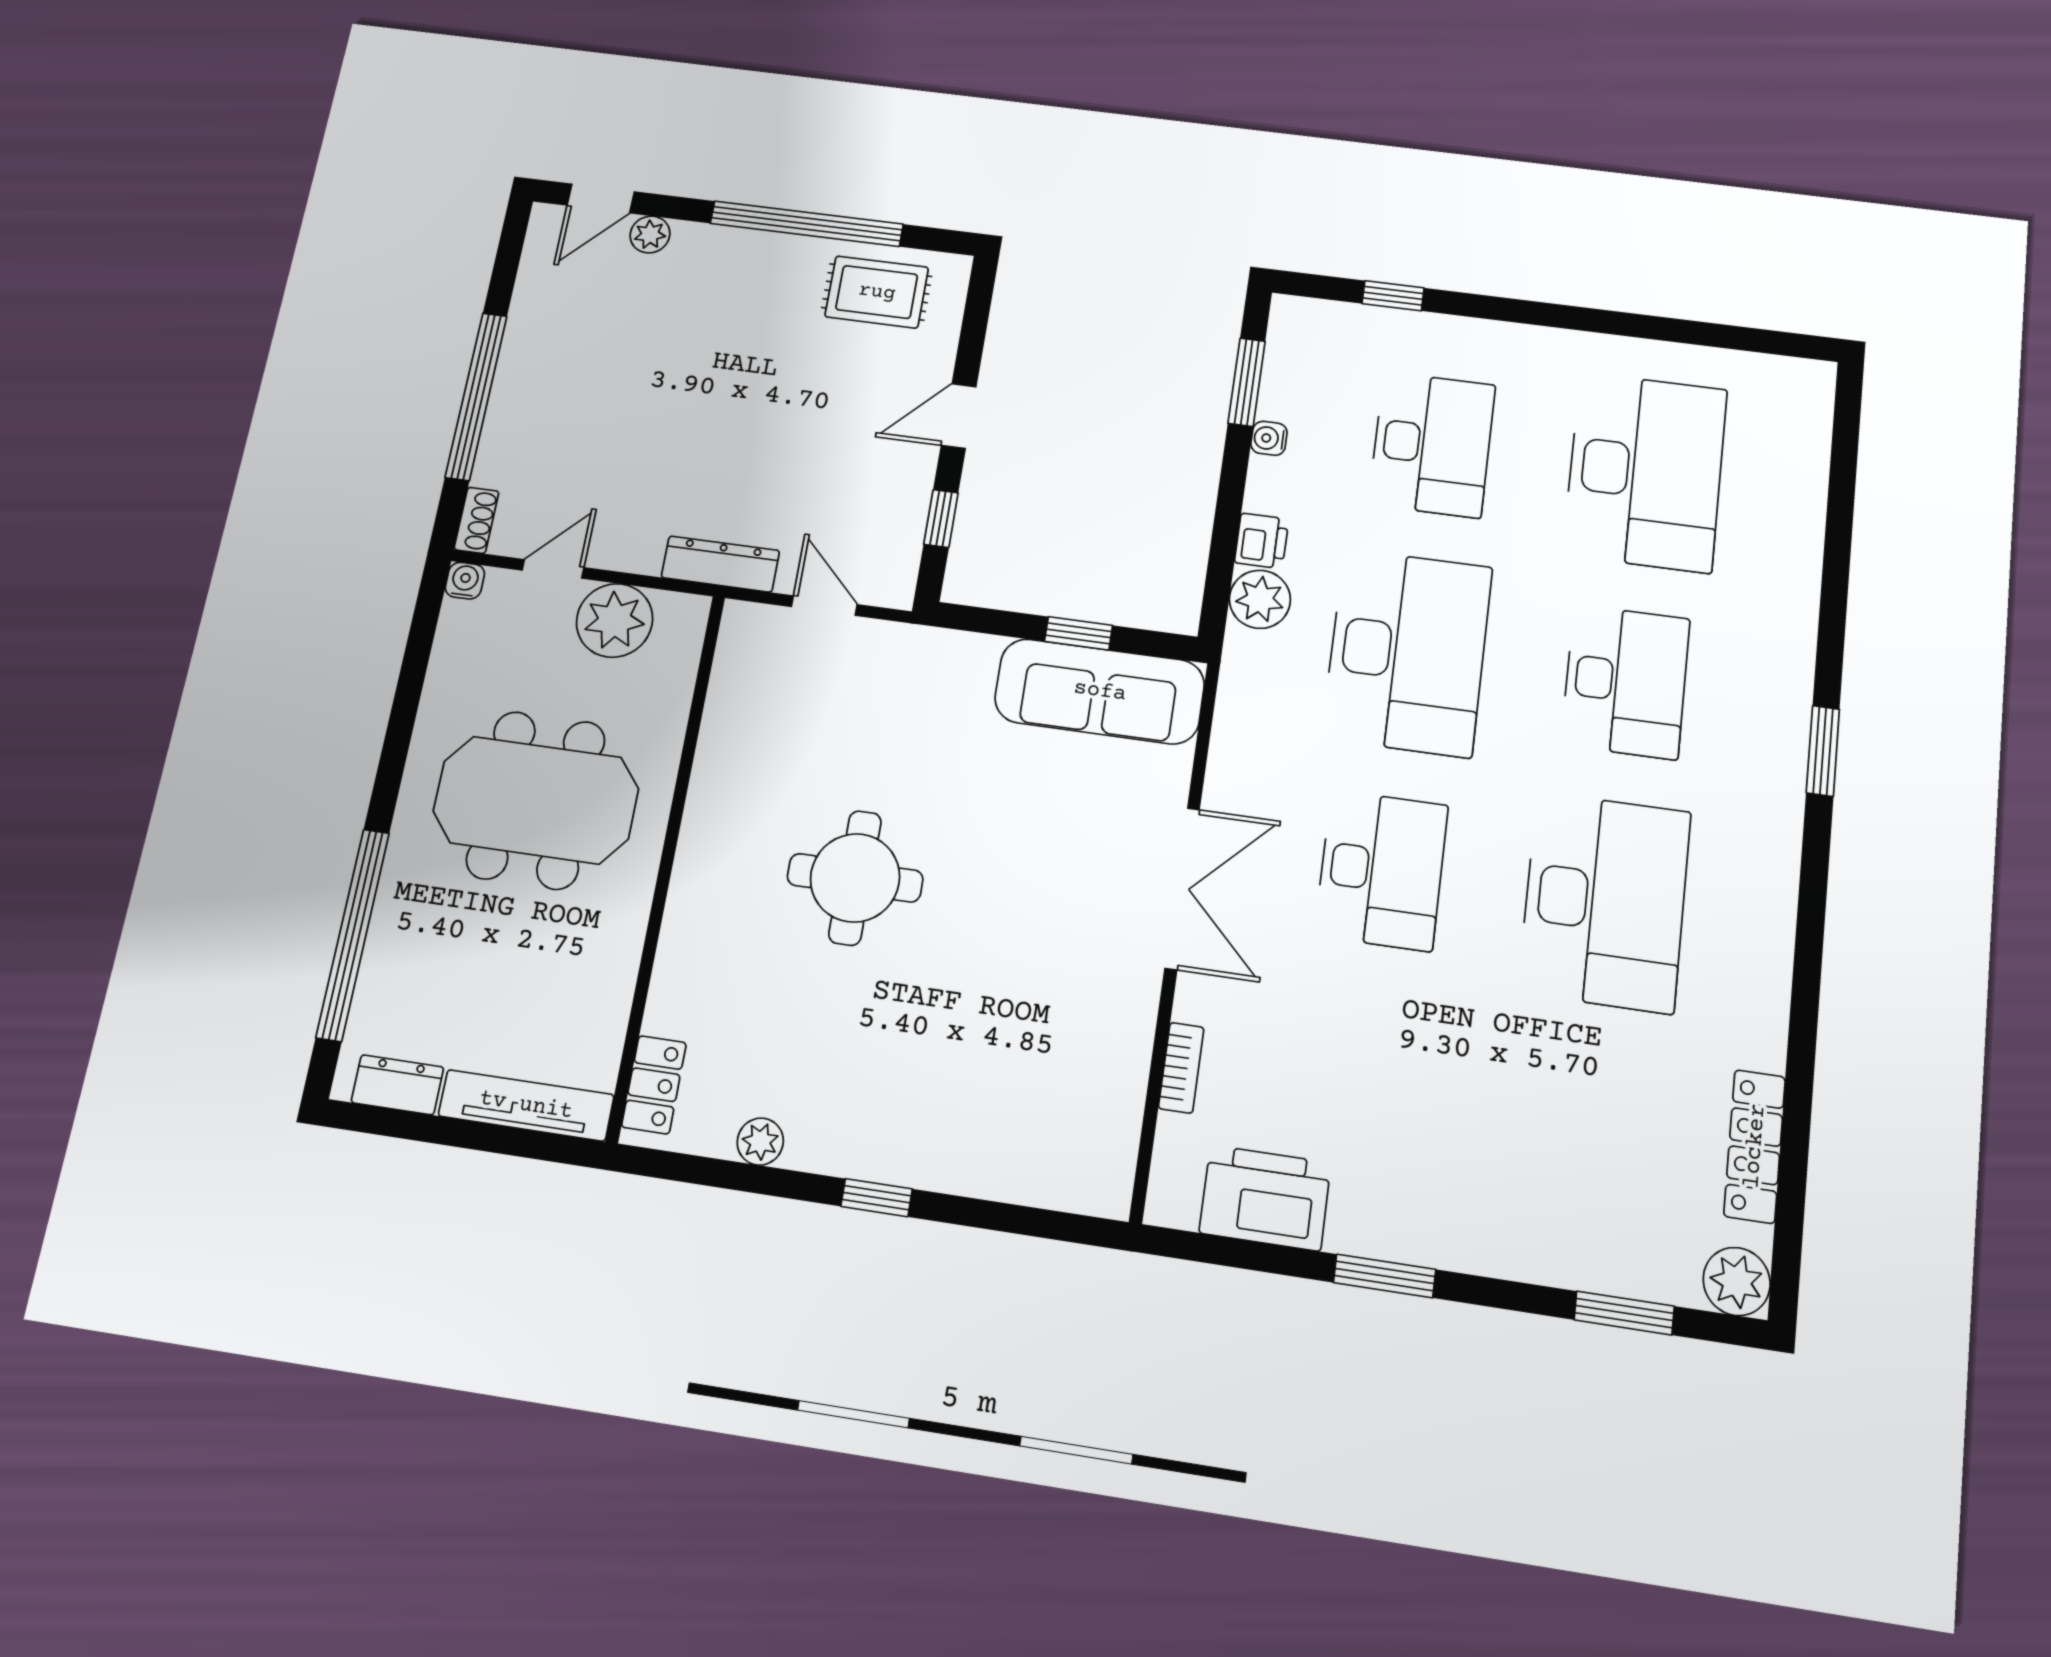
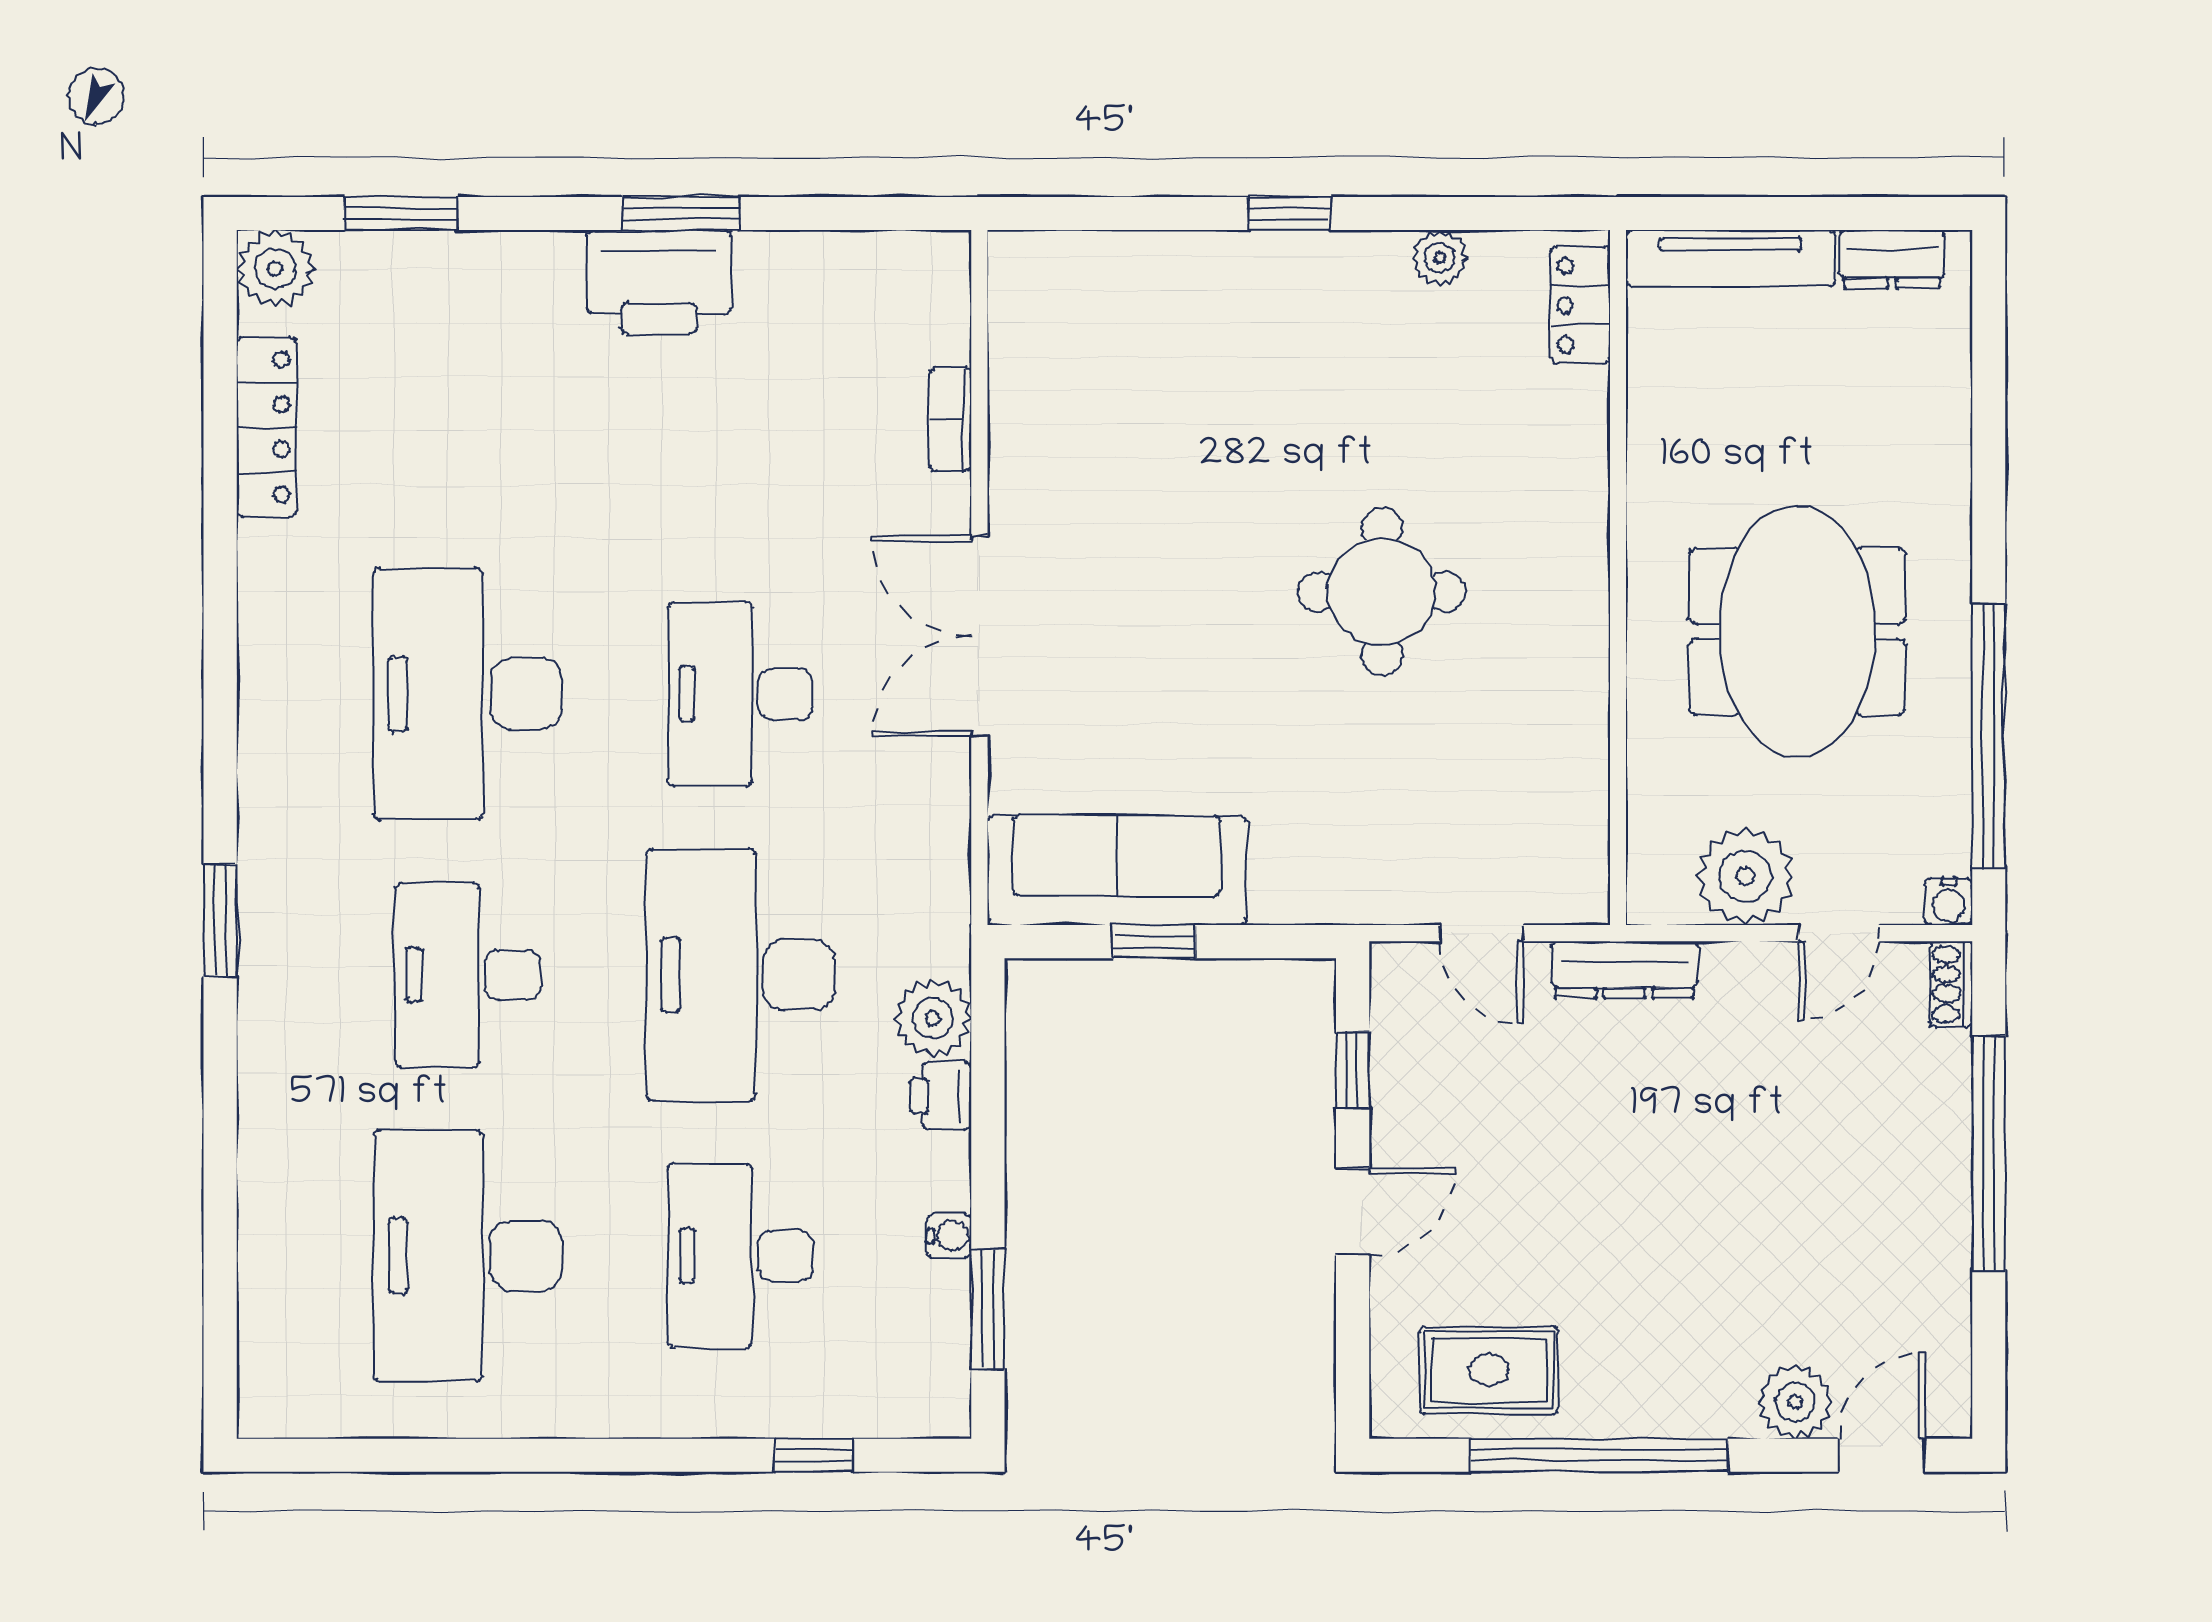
plant: (650, 235) -> (1795, 1402), width x1.38, depth x1.38
meeting table: (536, 800) -> (1797, 631), turned 90
window: (353, 935) -> (1989, 737), moved
printer: (1265, 1198) -> (659, 282), moved

